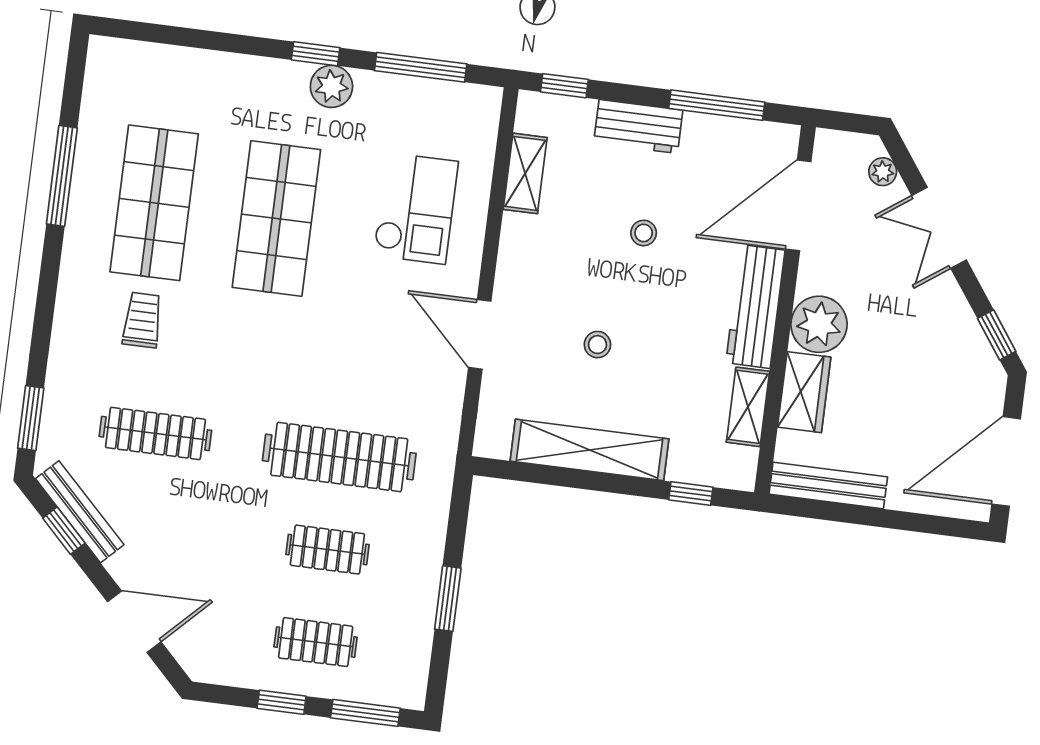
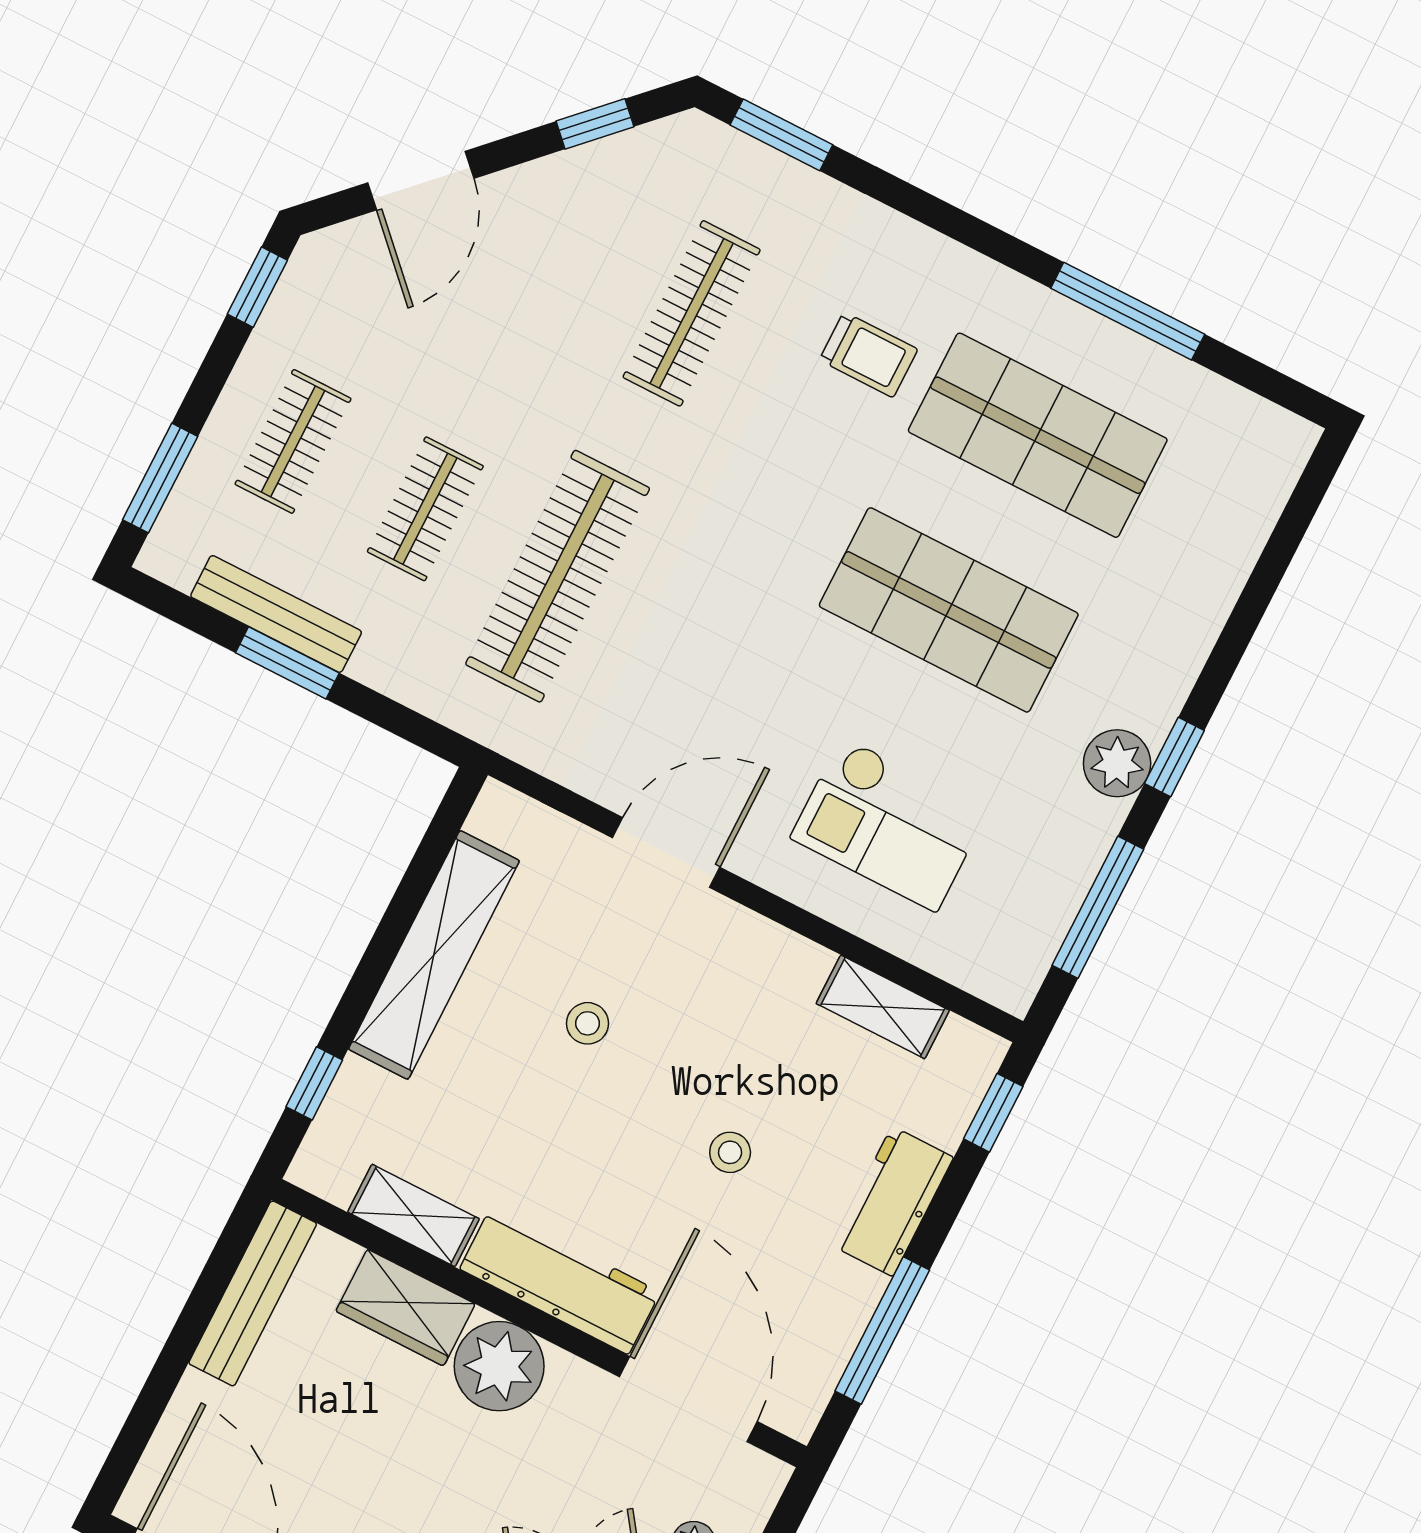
bench: (80, 512) -> (276, 614), moved, turned 45
window: (282, 702) -> (257, 287), moved

